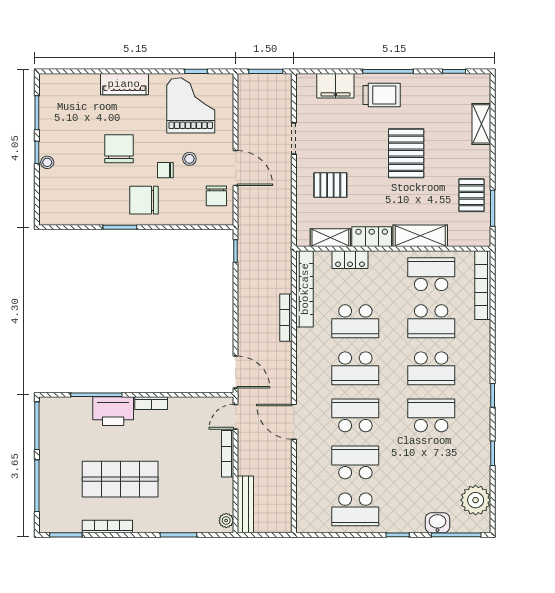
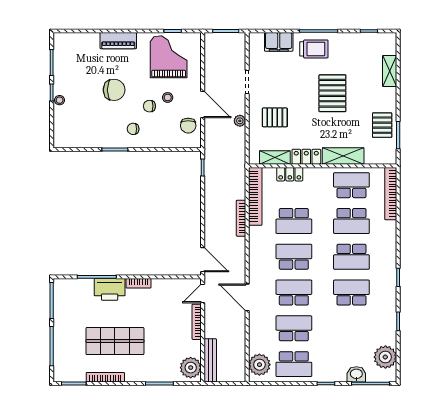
chair: (119, 149) -> (114, 90), turned 90
plant: (284, 190) -> (240, 121), added
chair: (144, 200) -> (133, 129), width x0.54, depth x0.54
school desk: (355, 368) -> (294, 257), turned 180
plant: (310, 510) -> (259, 365), added
plant: (226, 520) -> (191, 368), width x1.87, depth x1.87

